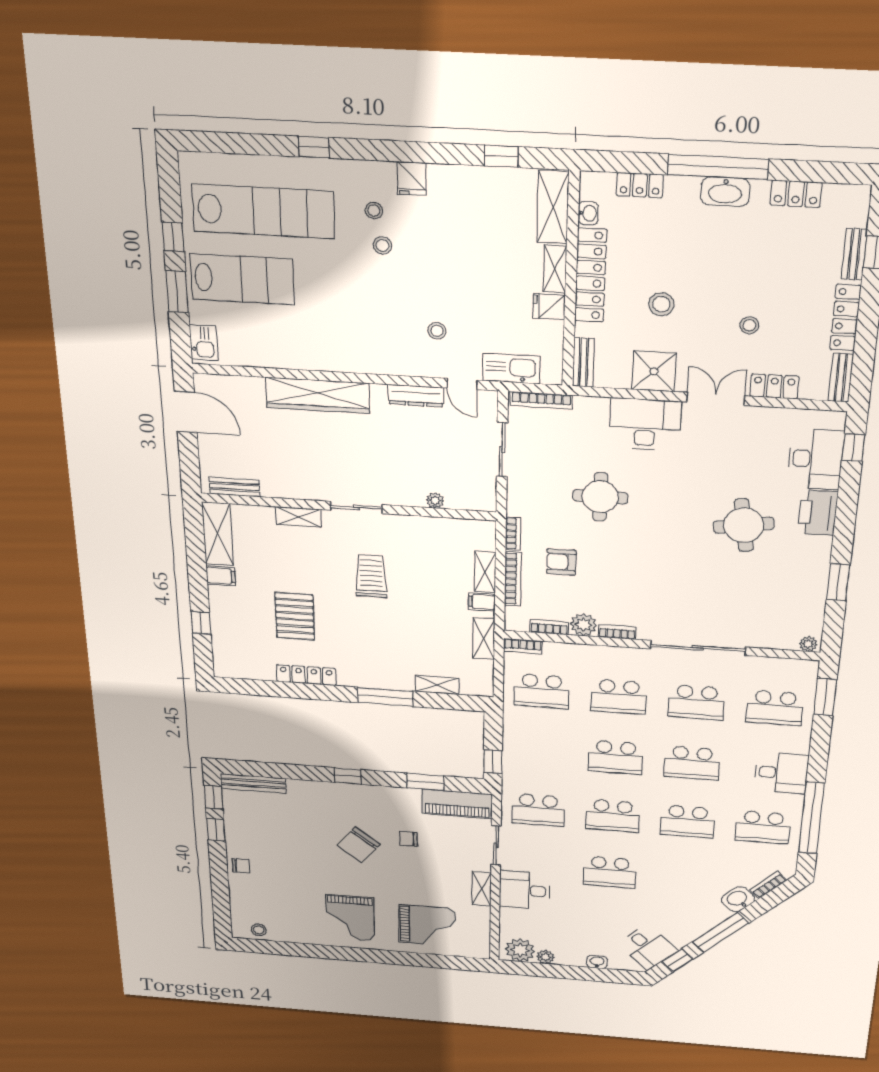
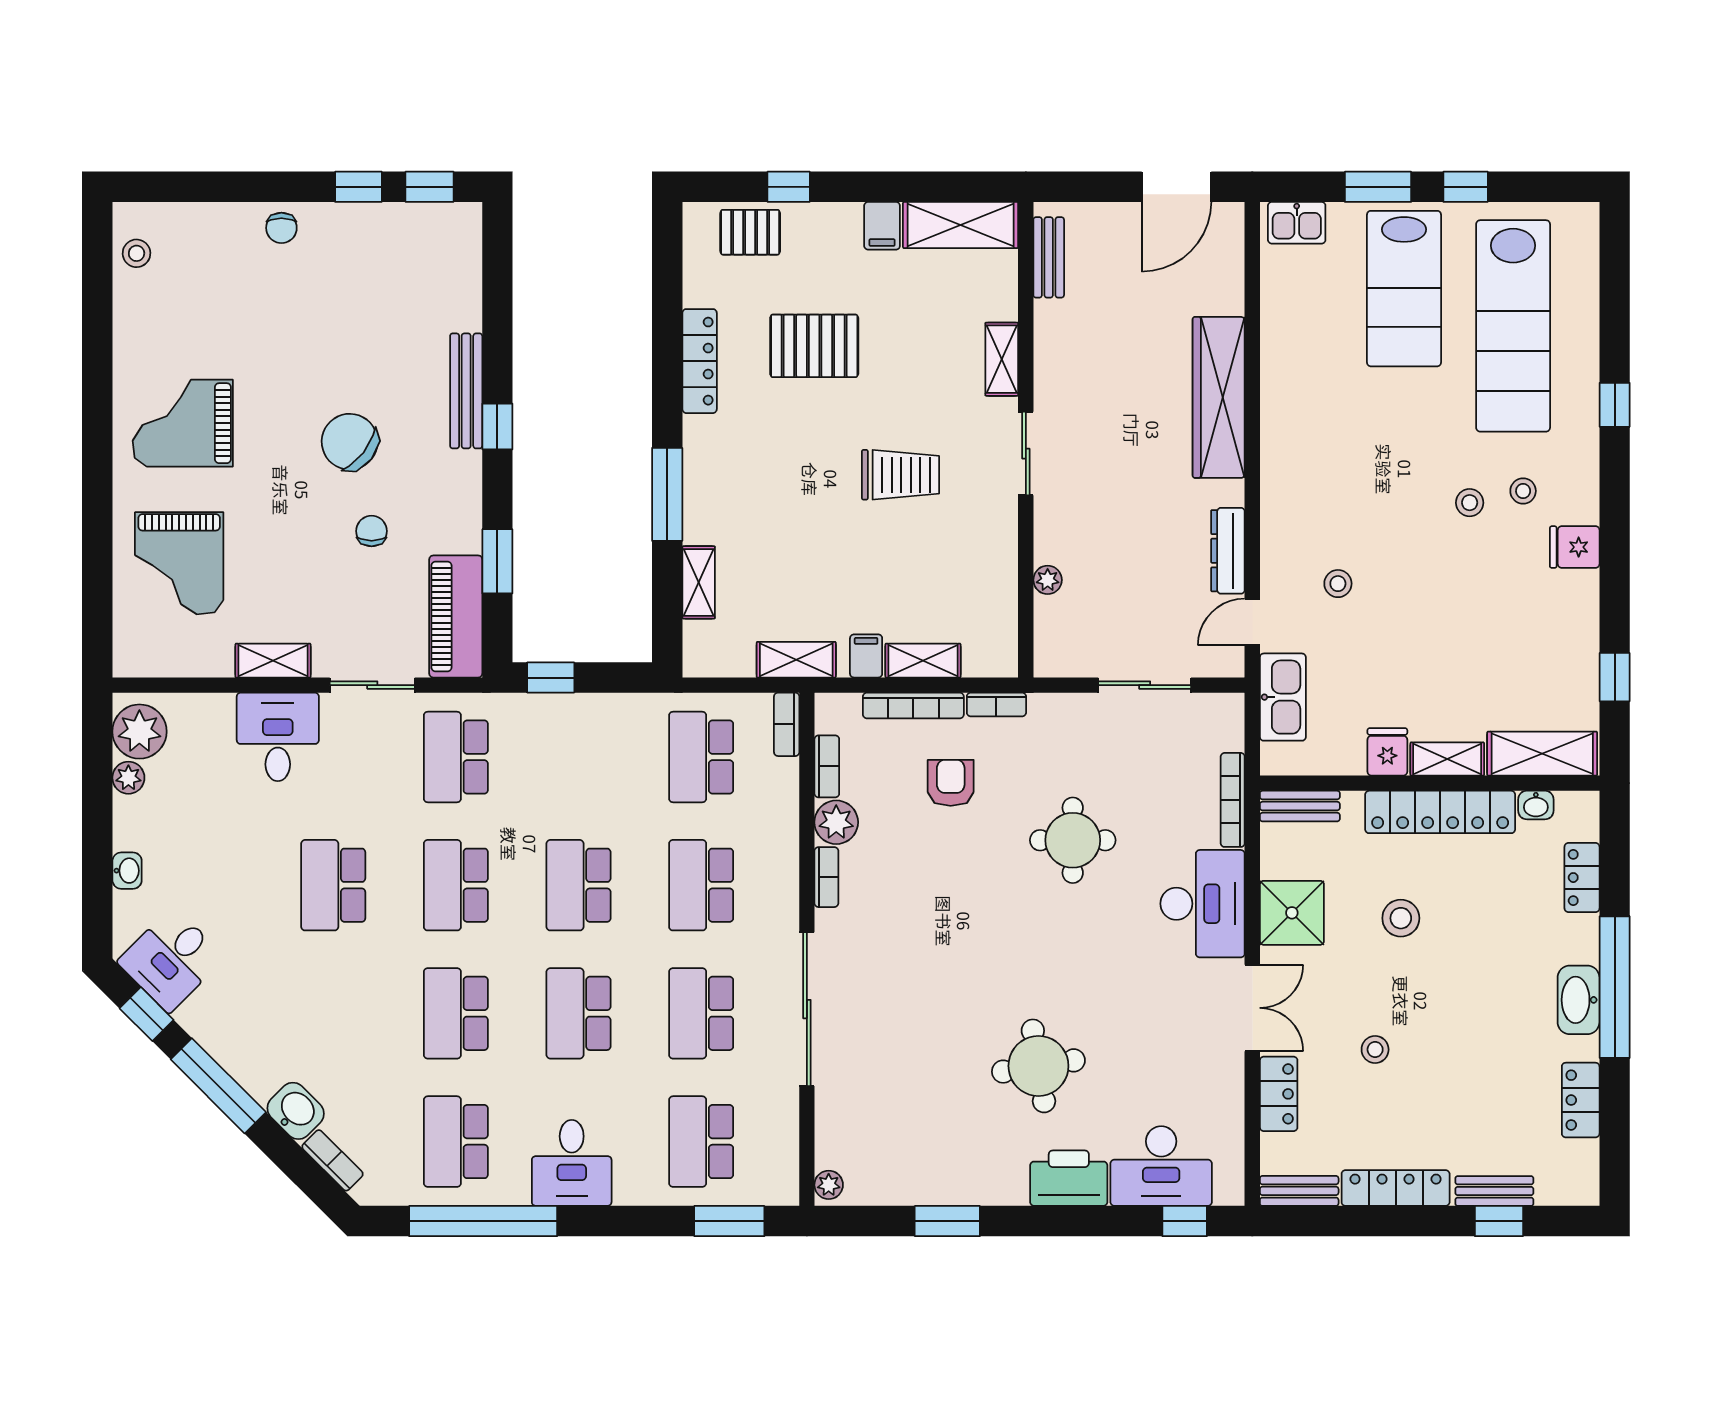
bookcase: (541, 400) -> (1233, 800), moved
pallet: (229, 644) -> (750, 232), added
bench: (253, 783) -> (466, 391), moved

